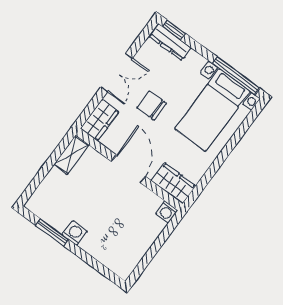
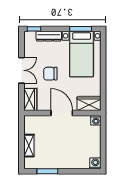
dresser: (170, 42) -> (49, 36), moved
window: (236, 76) -> (81, 29), width x0.69
shelving: (71, 155) -> (29, 146), moved
washing machine: (75, 233) -> (95, 163), moved

